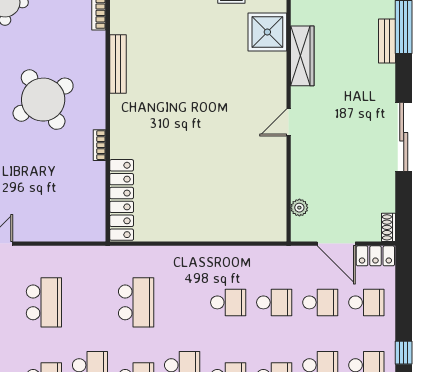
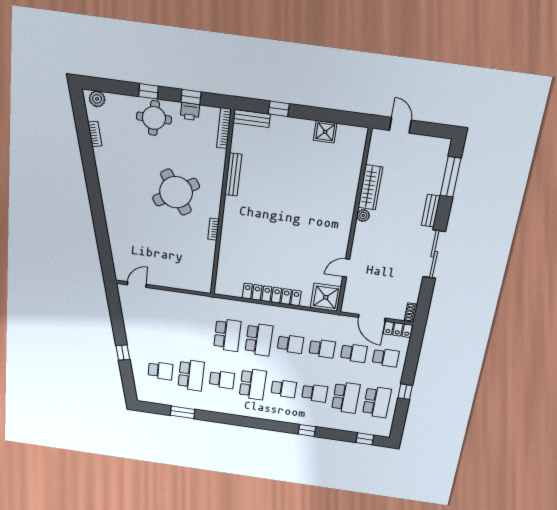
shower: (267, 32) -> (326, 297), moved
bench: (387, 41) -> (431, 211), moved
door: (289, 122) -> (346, 268), moved
locker: (122, 200) -> (272, 295), moved, turned -90
plant: (299, 208) -> (363, 216), moved
school desk: (44, 302) -> (259, 339), moved

